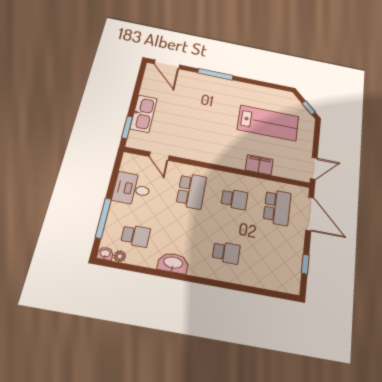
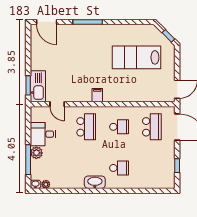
kitchen sink: (144, 114) -> (38, 86), moved
lab bench: (268, 123) -> (137, 57), turned 180
filing cabinet: (259, 165) -> (97, 95), moved, width x0.50
plant: (117, 211) -> (36, 153), added
school desk: (136, 236) -> (53, 168), removed
washbasin: (173, 263) -> (95, 182), moved

